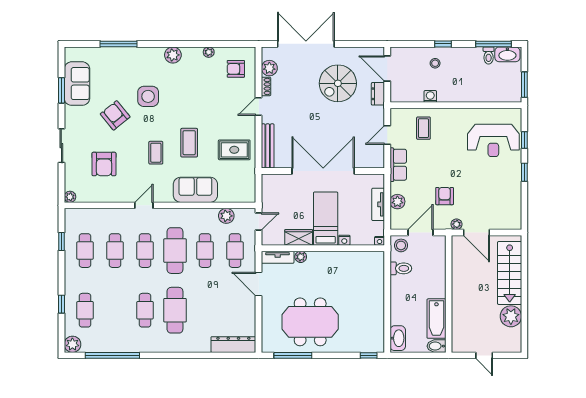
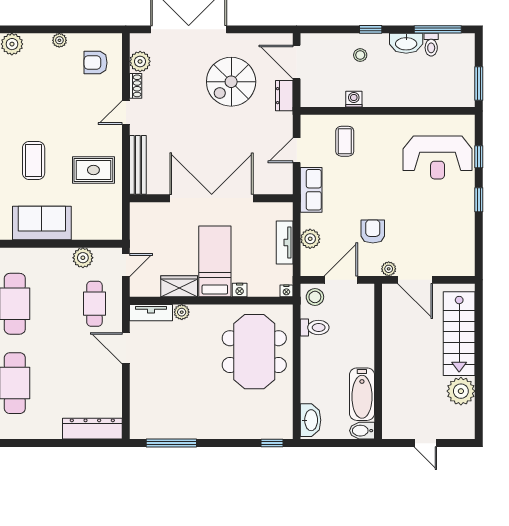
washbasin: (507, 54) -> (406, 43), moved
cafe table: (205, 251) -> (55, 304), removed
meeting table: (310, 322) -> (254, 352), moved, turned 90

